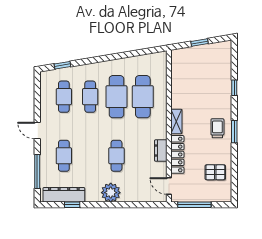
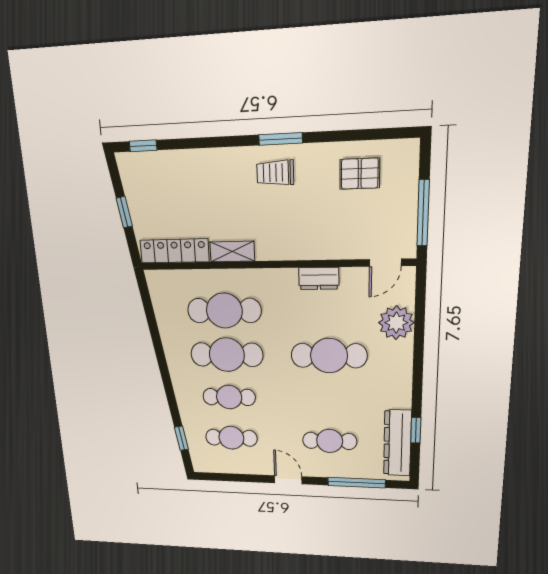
window: (234, 88) -> (143, 146), moved
shelving: (176, 121) -> (232, 251), moved
door: (37, 131) -> (288, 480), swing flipped
locker: (177, 154) -> (174, 251), moved
cafe table: (116, 156) -> (329, 356), width x1.37, depth x1.35
pallet: (215, 172) -> (360, 174), turned 90
plant: (111, 193) -> (396, 323), moved

